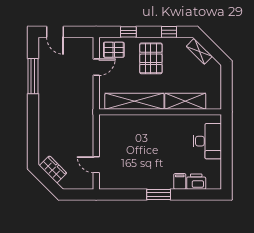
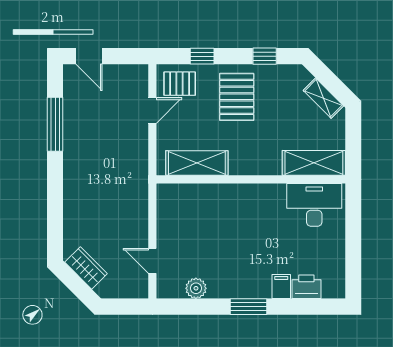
shelving: (199, 51) -> (323, 98), moved
shelving: (134, 101) -> (197, 163), width x0.68
shelving: (185, 101) -> (314, 163), moved
desk: (207, 141) -> (314, 205), moved, turned -90
plant: (124, 183) -> (196, 288), added

